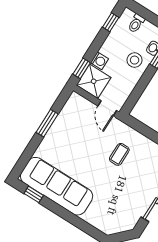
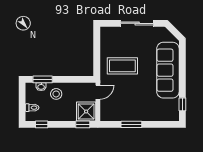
washing machine: (99, 61) -> (71, 116), removed
coffee table: (119, 154) -> (122, 66), width x1.86, depth x1.72
sofa: (57, 186) -> (168, 70), moved

